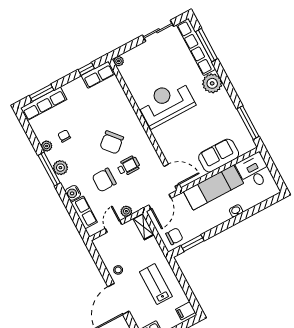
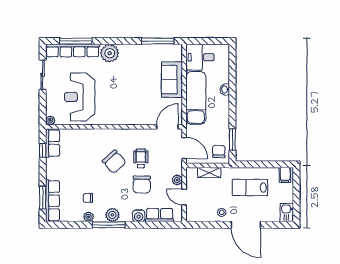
reception desk: (166, 103) -> (80, 97), moved
shelving: (144, 227) -> (209, 173), moved

